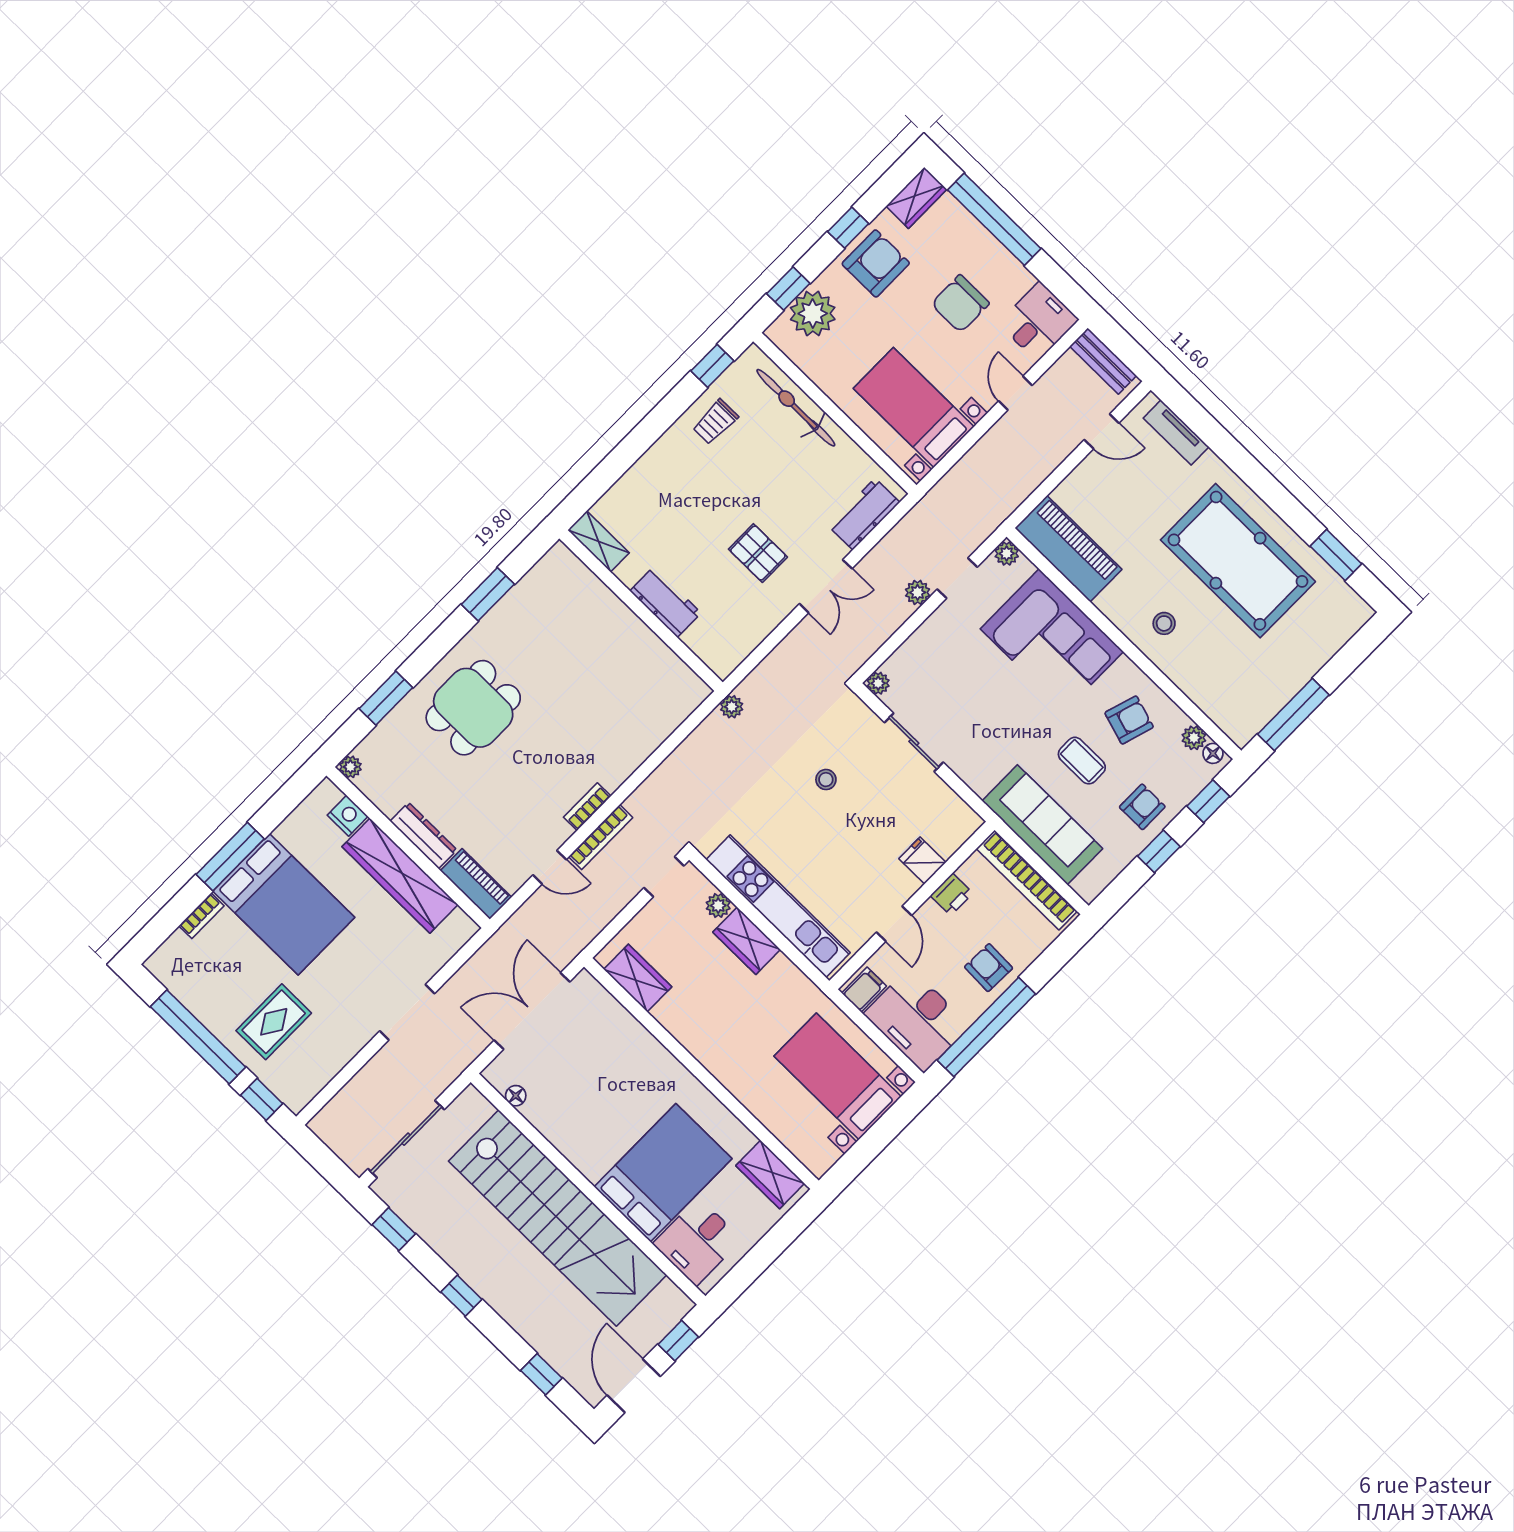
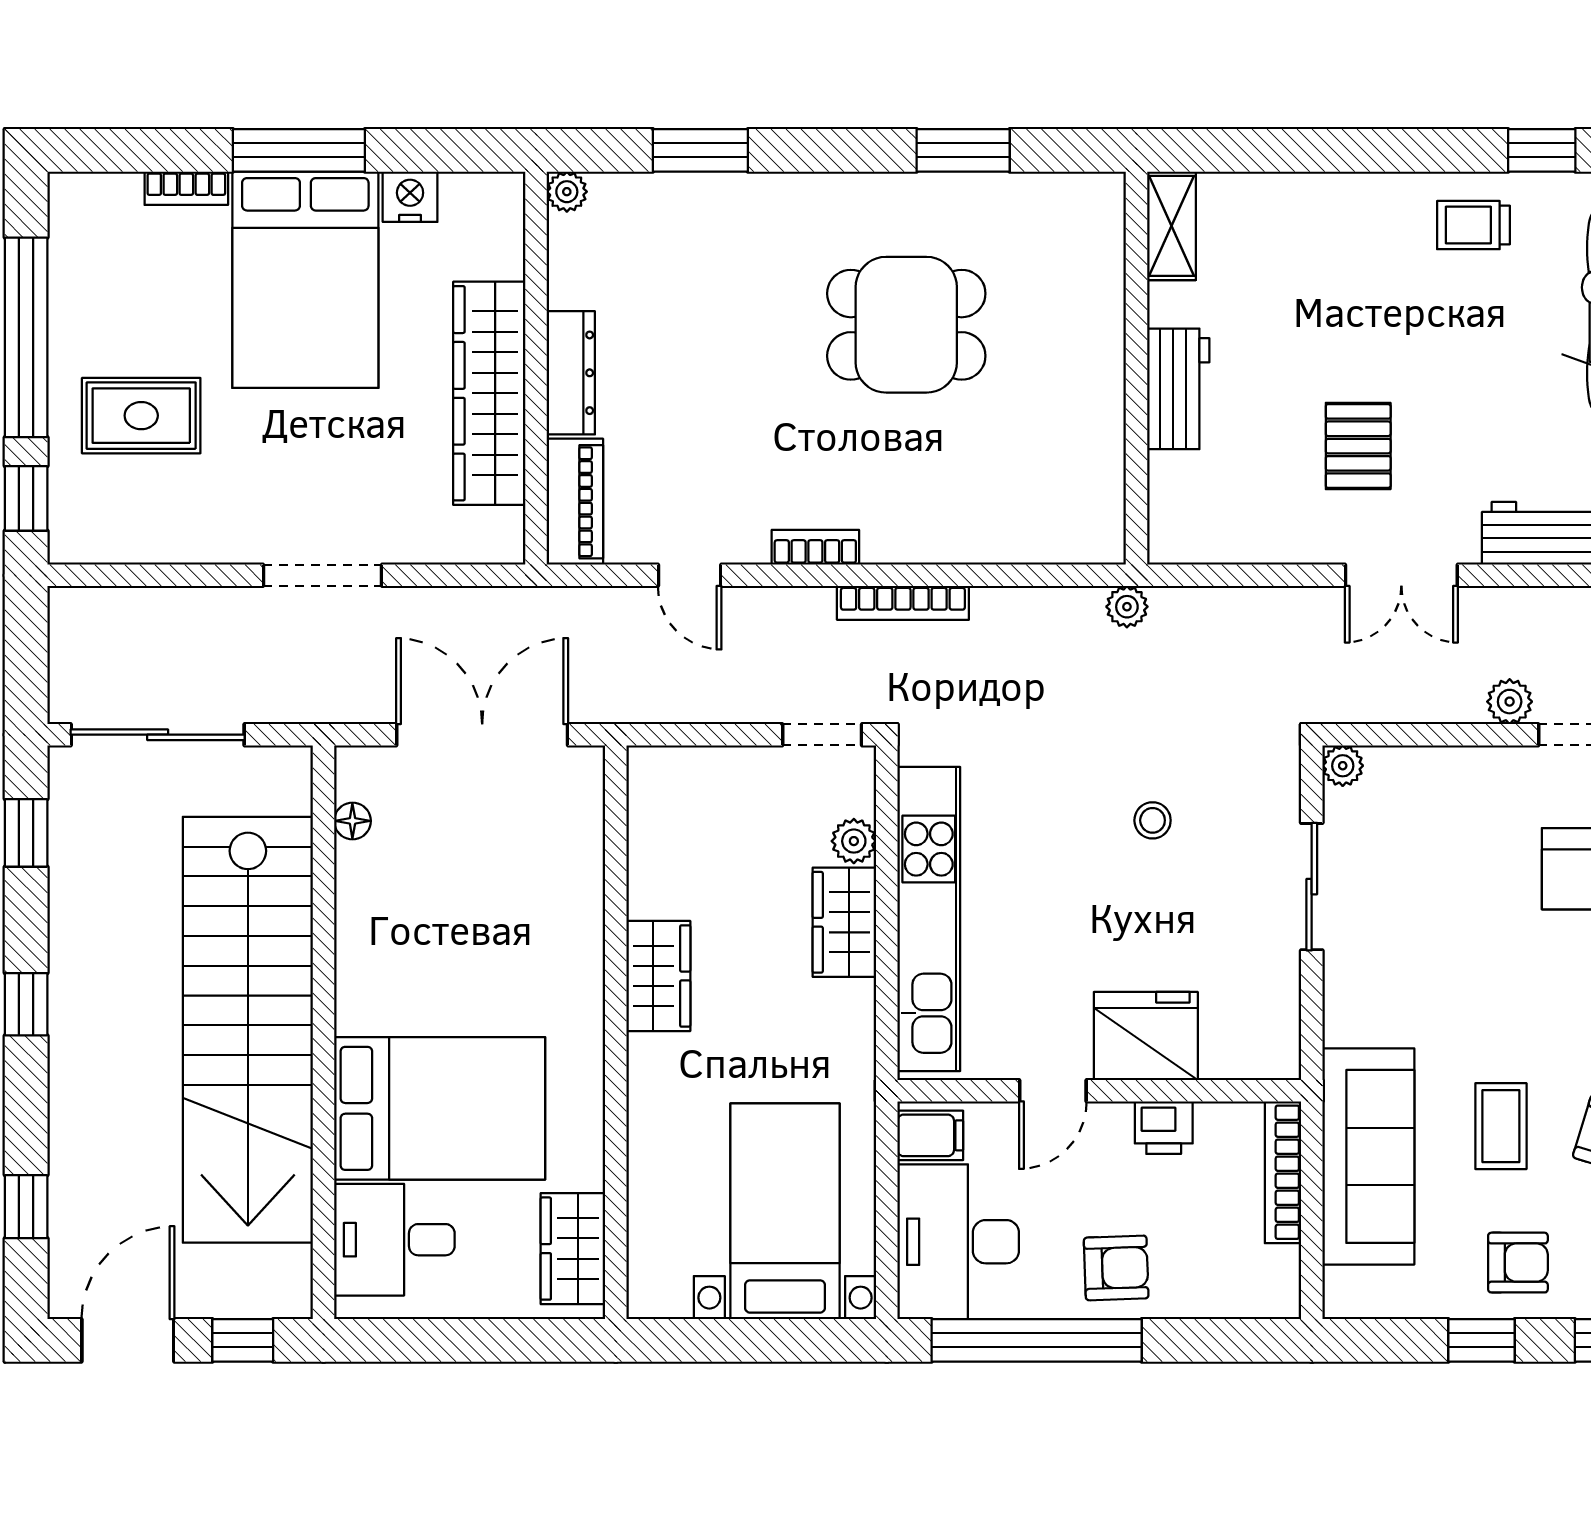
dining table: (473, 708) -> (906, 325), moved
nightstand: (348, 816) -> (410, 197), moved, turned -90
bookcase: (601, 837) -> (903, 603), moved
fridge: (922, 861) -> (1146, 1036), width x1.88, depth x1.34
bookcase: (1027, 880) -> (1283, 1172), width x0.68, depth x0.76
armchair: (989, 968) -> (1116, 1268), turned 86
wardrobe: (638, 978) -> (658, 976), moved

